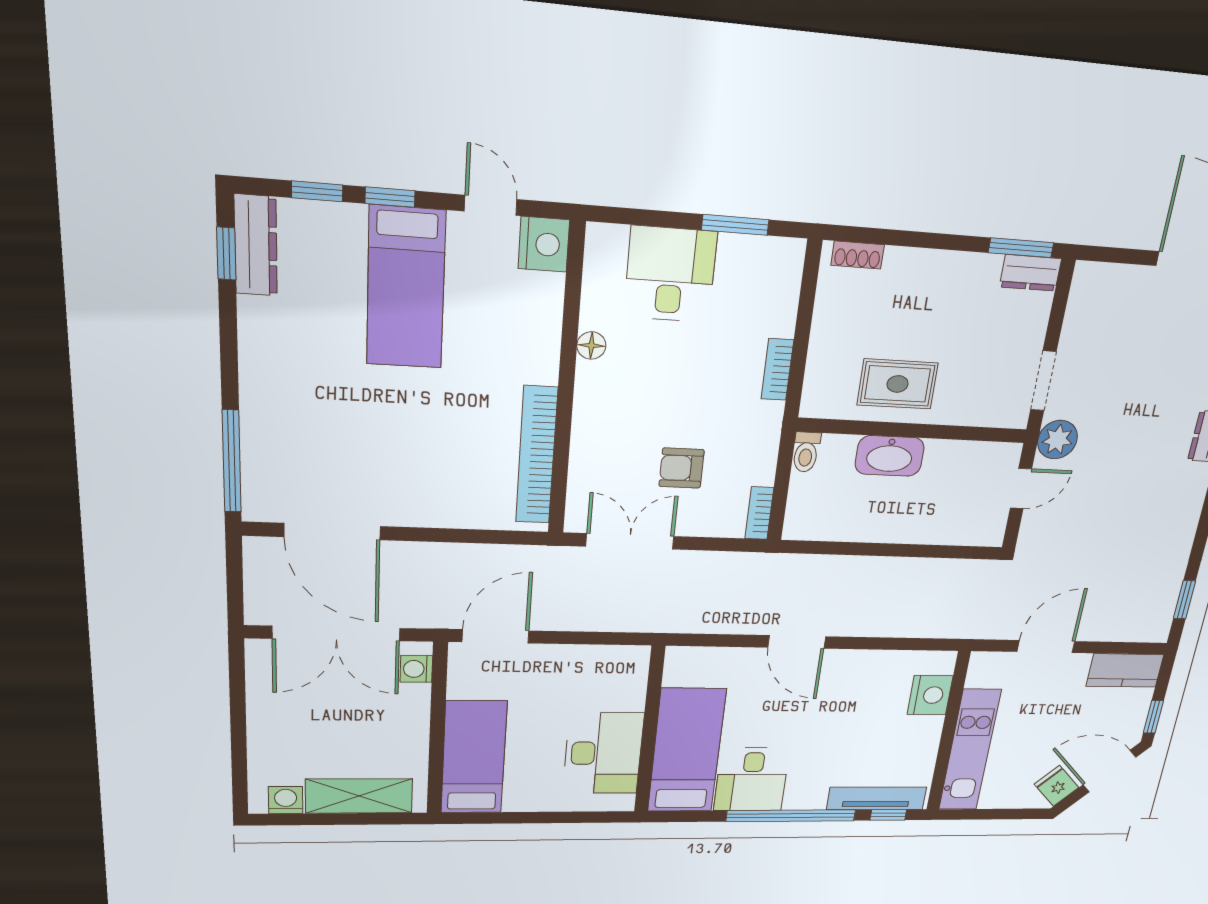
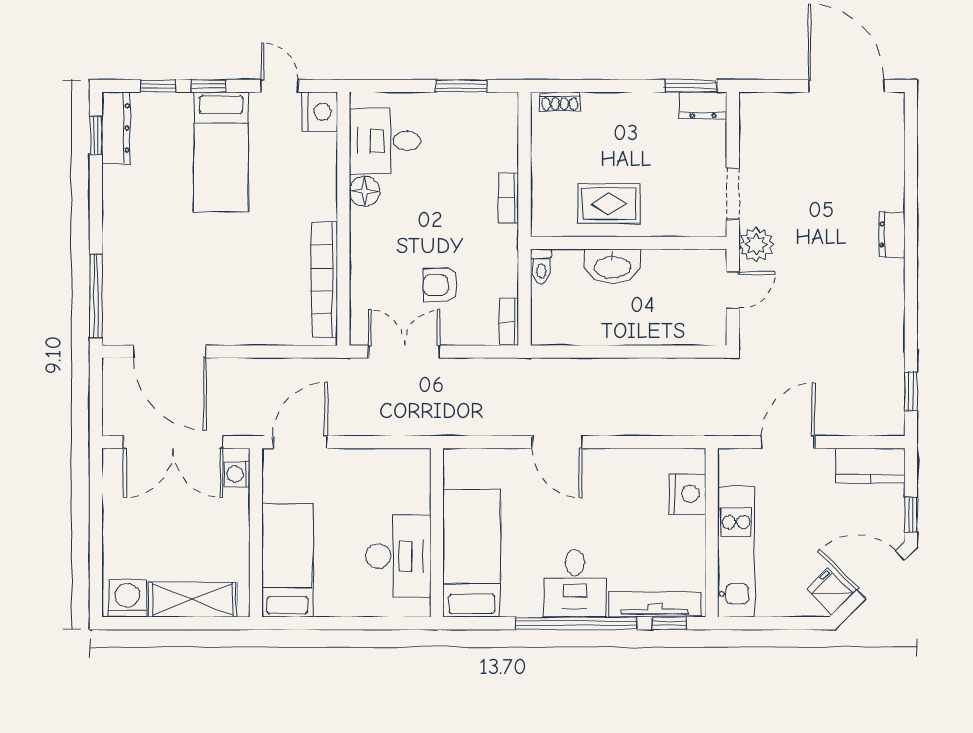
desk: (670, 274) -> (385, 141), moved, turned -90
floor lamp: (591, 346) -> (365, 191), width x1.37, depth x1.37
desk: (752, 779) -> (575, 583), moved
washing machine: (286, 800) -> (127, 598), width x1.38, depth x1.38

